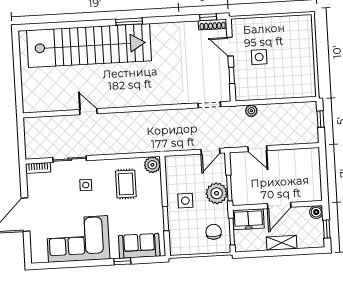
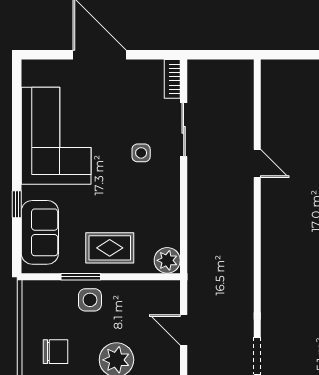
door: (88, 112) -> (257, 163), hinge flipped
door: (210, 151) -> (184, 330), moved
rug: (126, 184) -> (110, 248), moved
side table: (185, 201) -> (90, 300), moved

